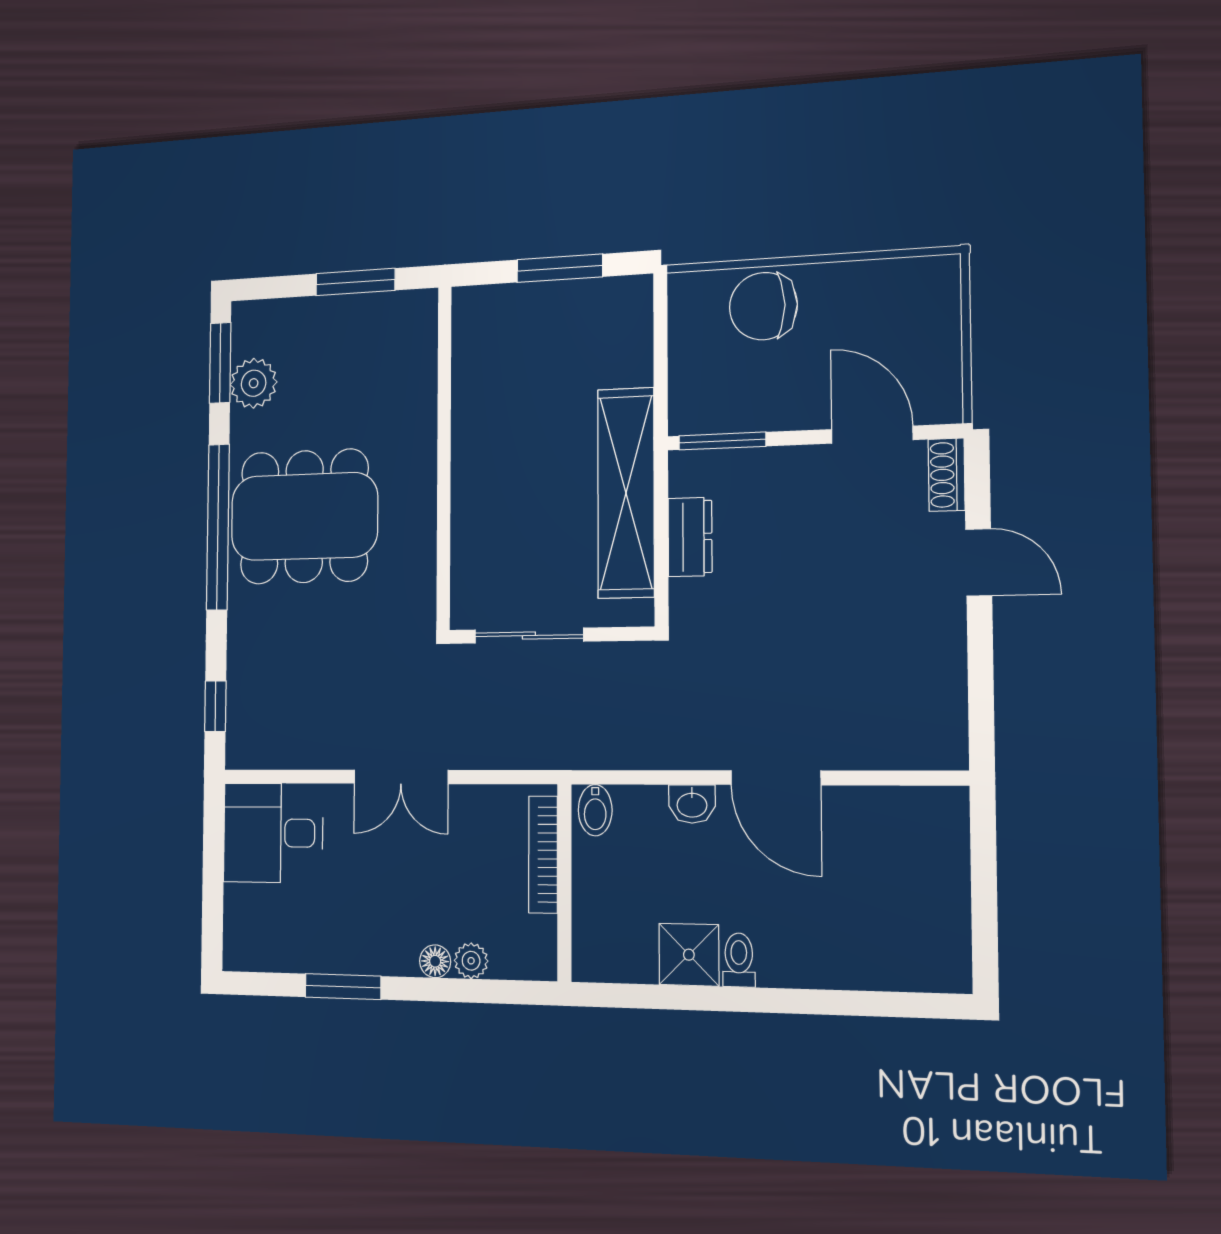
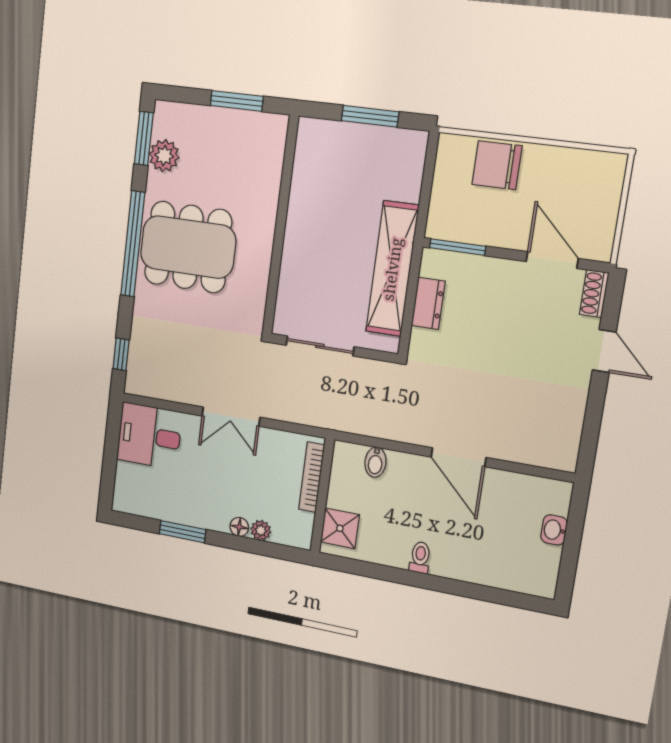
washbasin: (692, 804) -> (554, 530), moved, turned 90
bidet: (595, 810) -> (375, 462), moved
shower: (689, 955) -> (340, 528), moved

